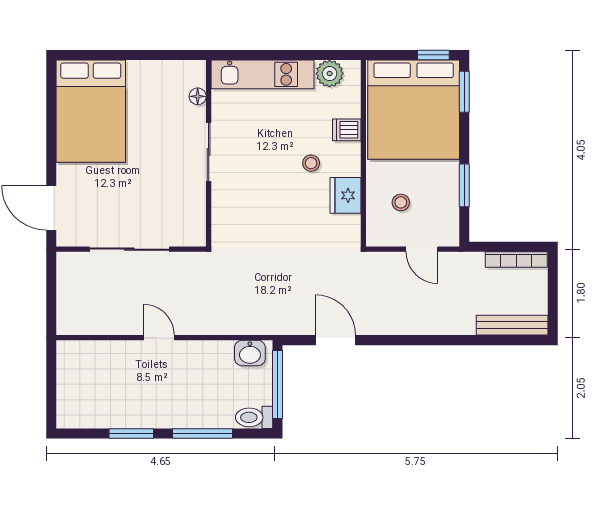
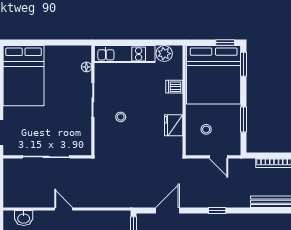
stool: (311, 163) -> (121, 117), moved
door: (335, 340) -> (168, 210), hinge flipped
window: (420, 340) -> (217, 210), added
washbasin: (250, 353) -> (24, 218), moved

